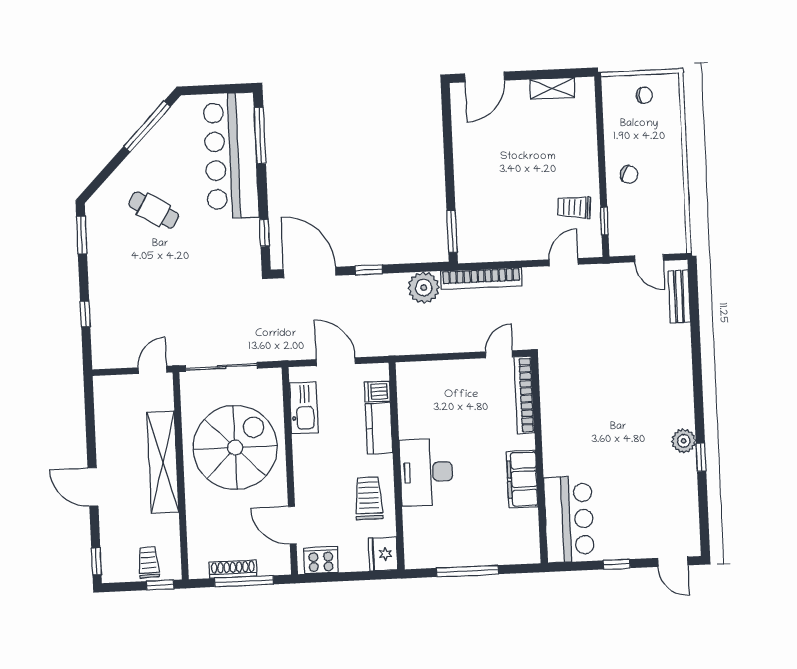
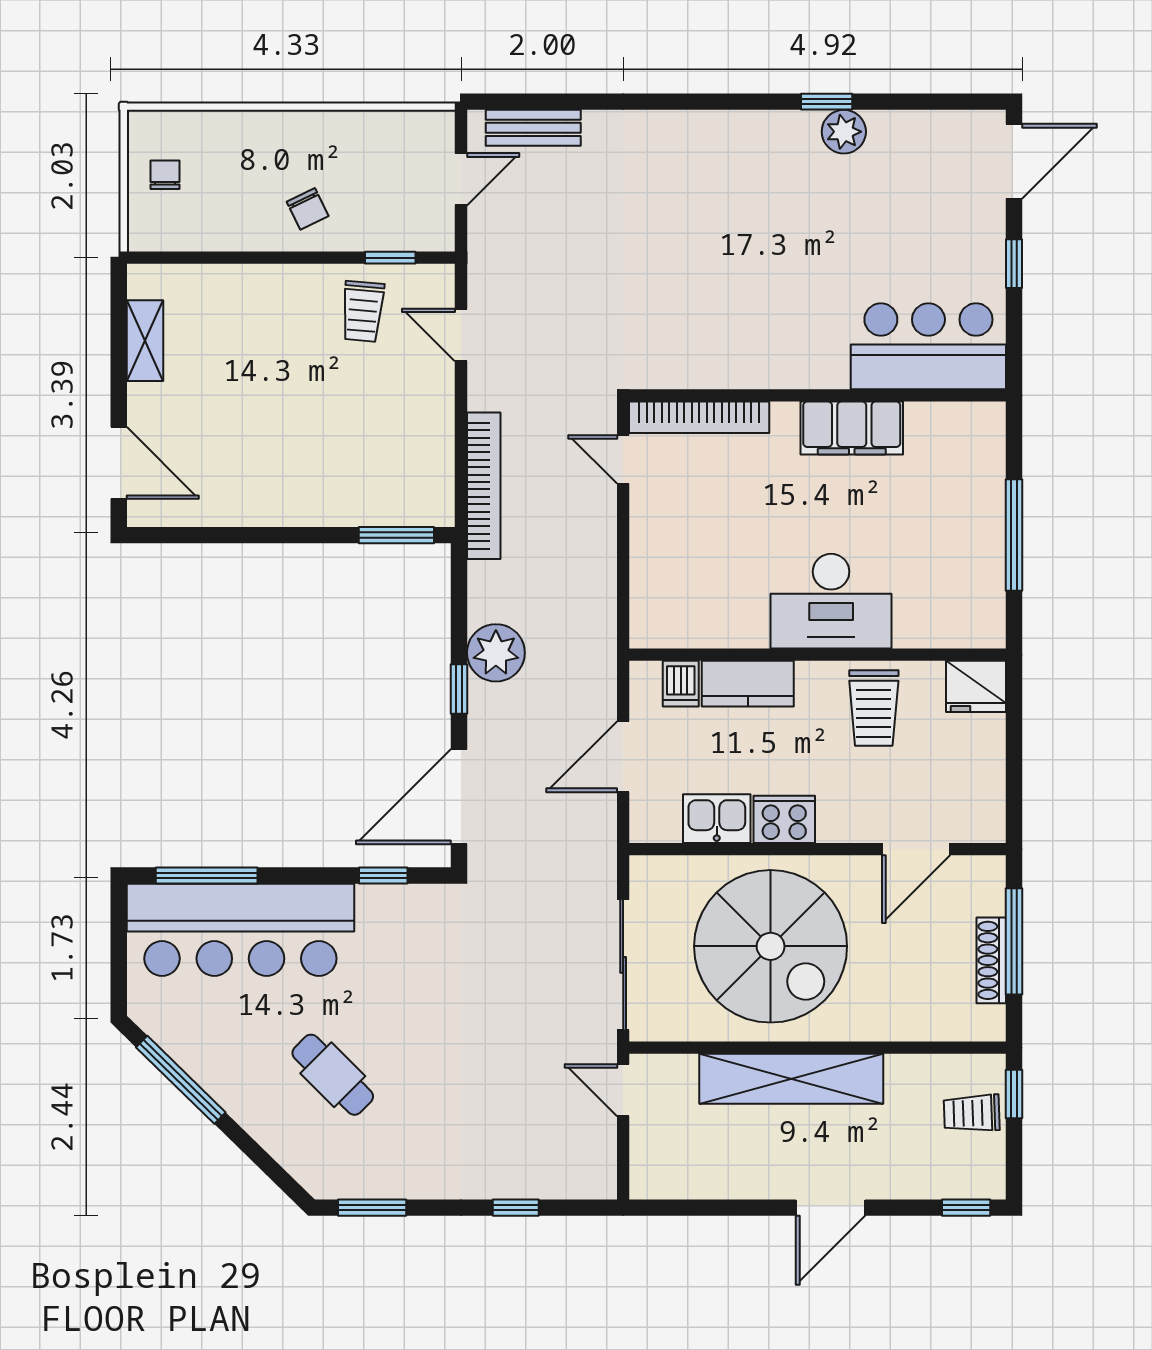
chair: (629, 175) -> (308, 209), turned 130
cafe table: (154, 210) -> (333, 1075), turned -76
plant: (424, 288) -> (496, 653), moved
kitchen sink: (304, 408) -> (717, 819), width x0.73
plant: (684, 441) -> (844, 132), moved
spiral stairs: (235, 447) -> (771, 946), turned 180
trolley: (369, 498) -> (874, 708), turned -90
cooker: (321, 560) -> (784, 819), moved, turned 90
door: (673, 562) -> (1014, 161), width x1.37

